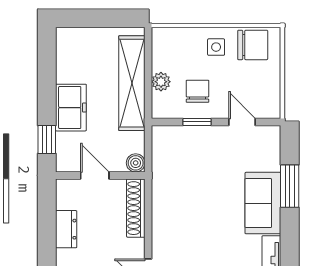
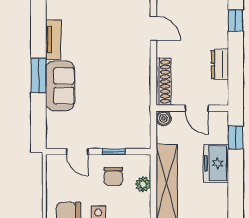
window: (290, 186) -> (38, 75), moved

